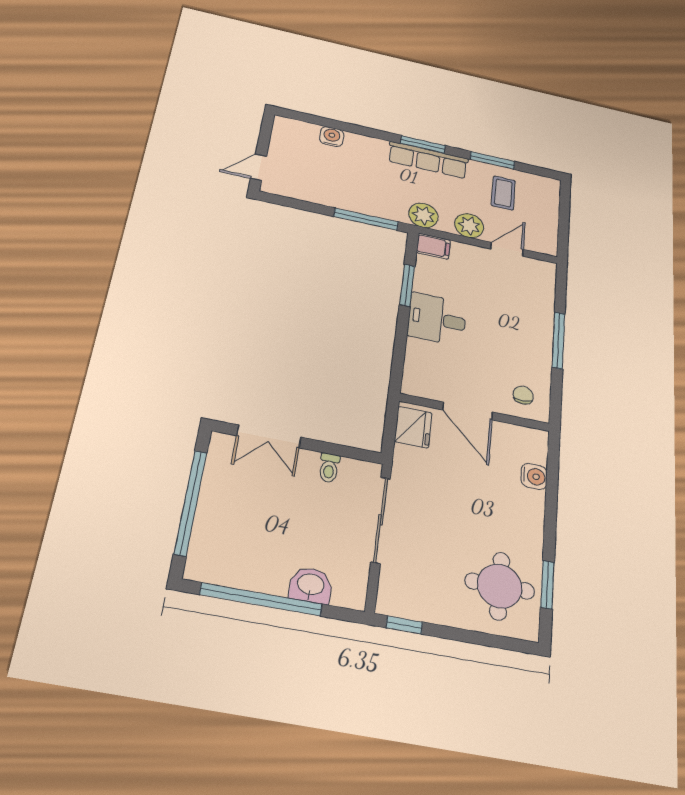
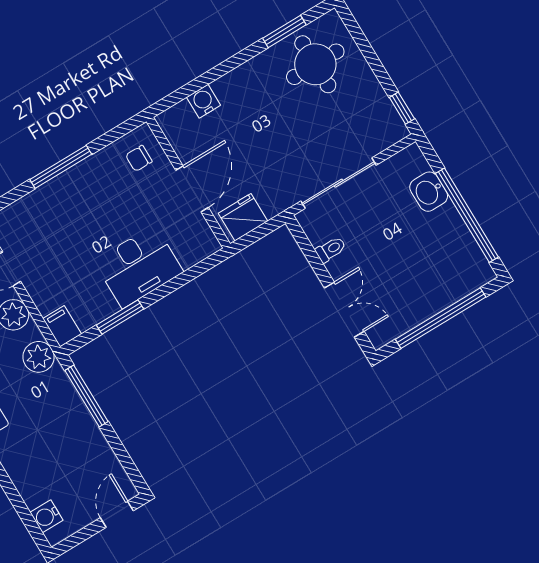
water cooler: (332, 137) -> (46, 516), moved
door: (259, 167) -> (117, 514), swing flipped
desk: (437, 319) -> (139, 267), width x1.37

